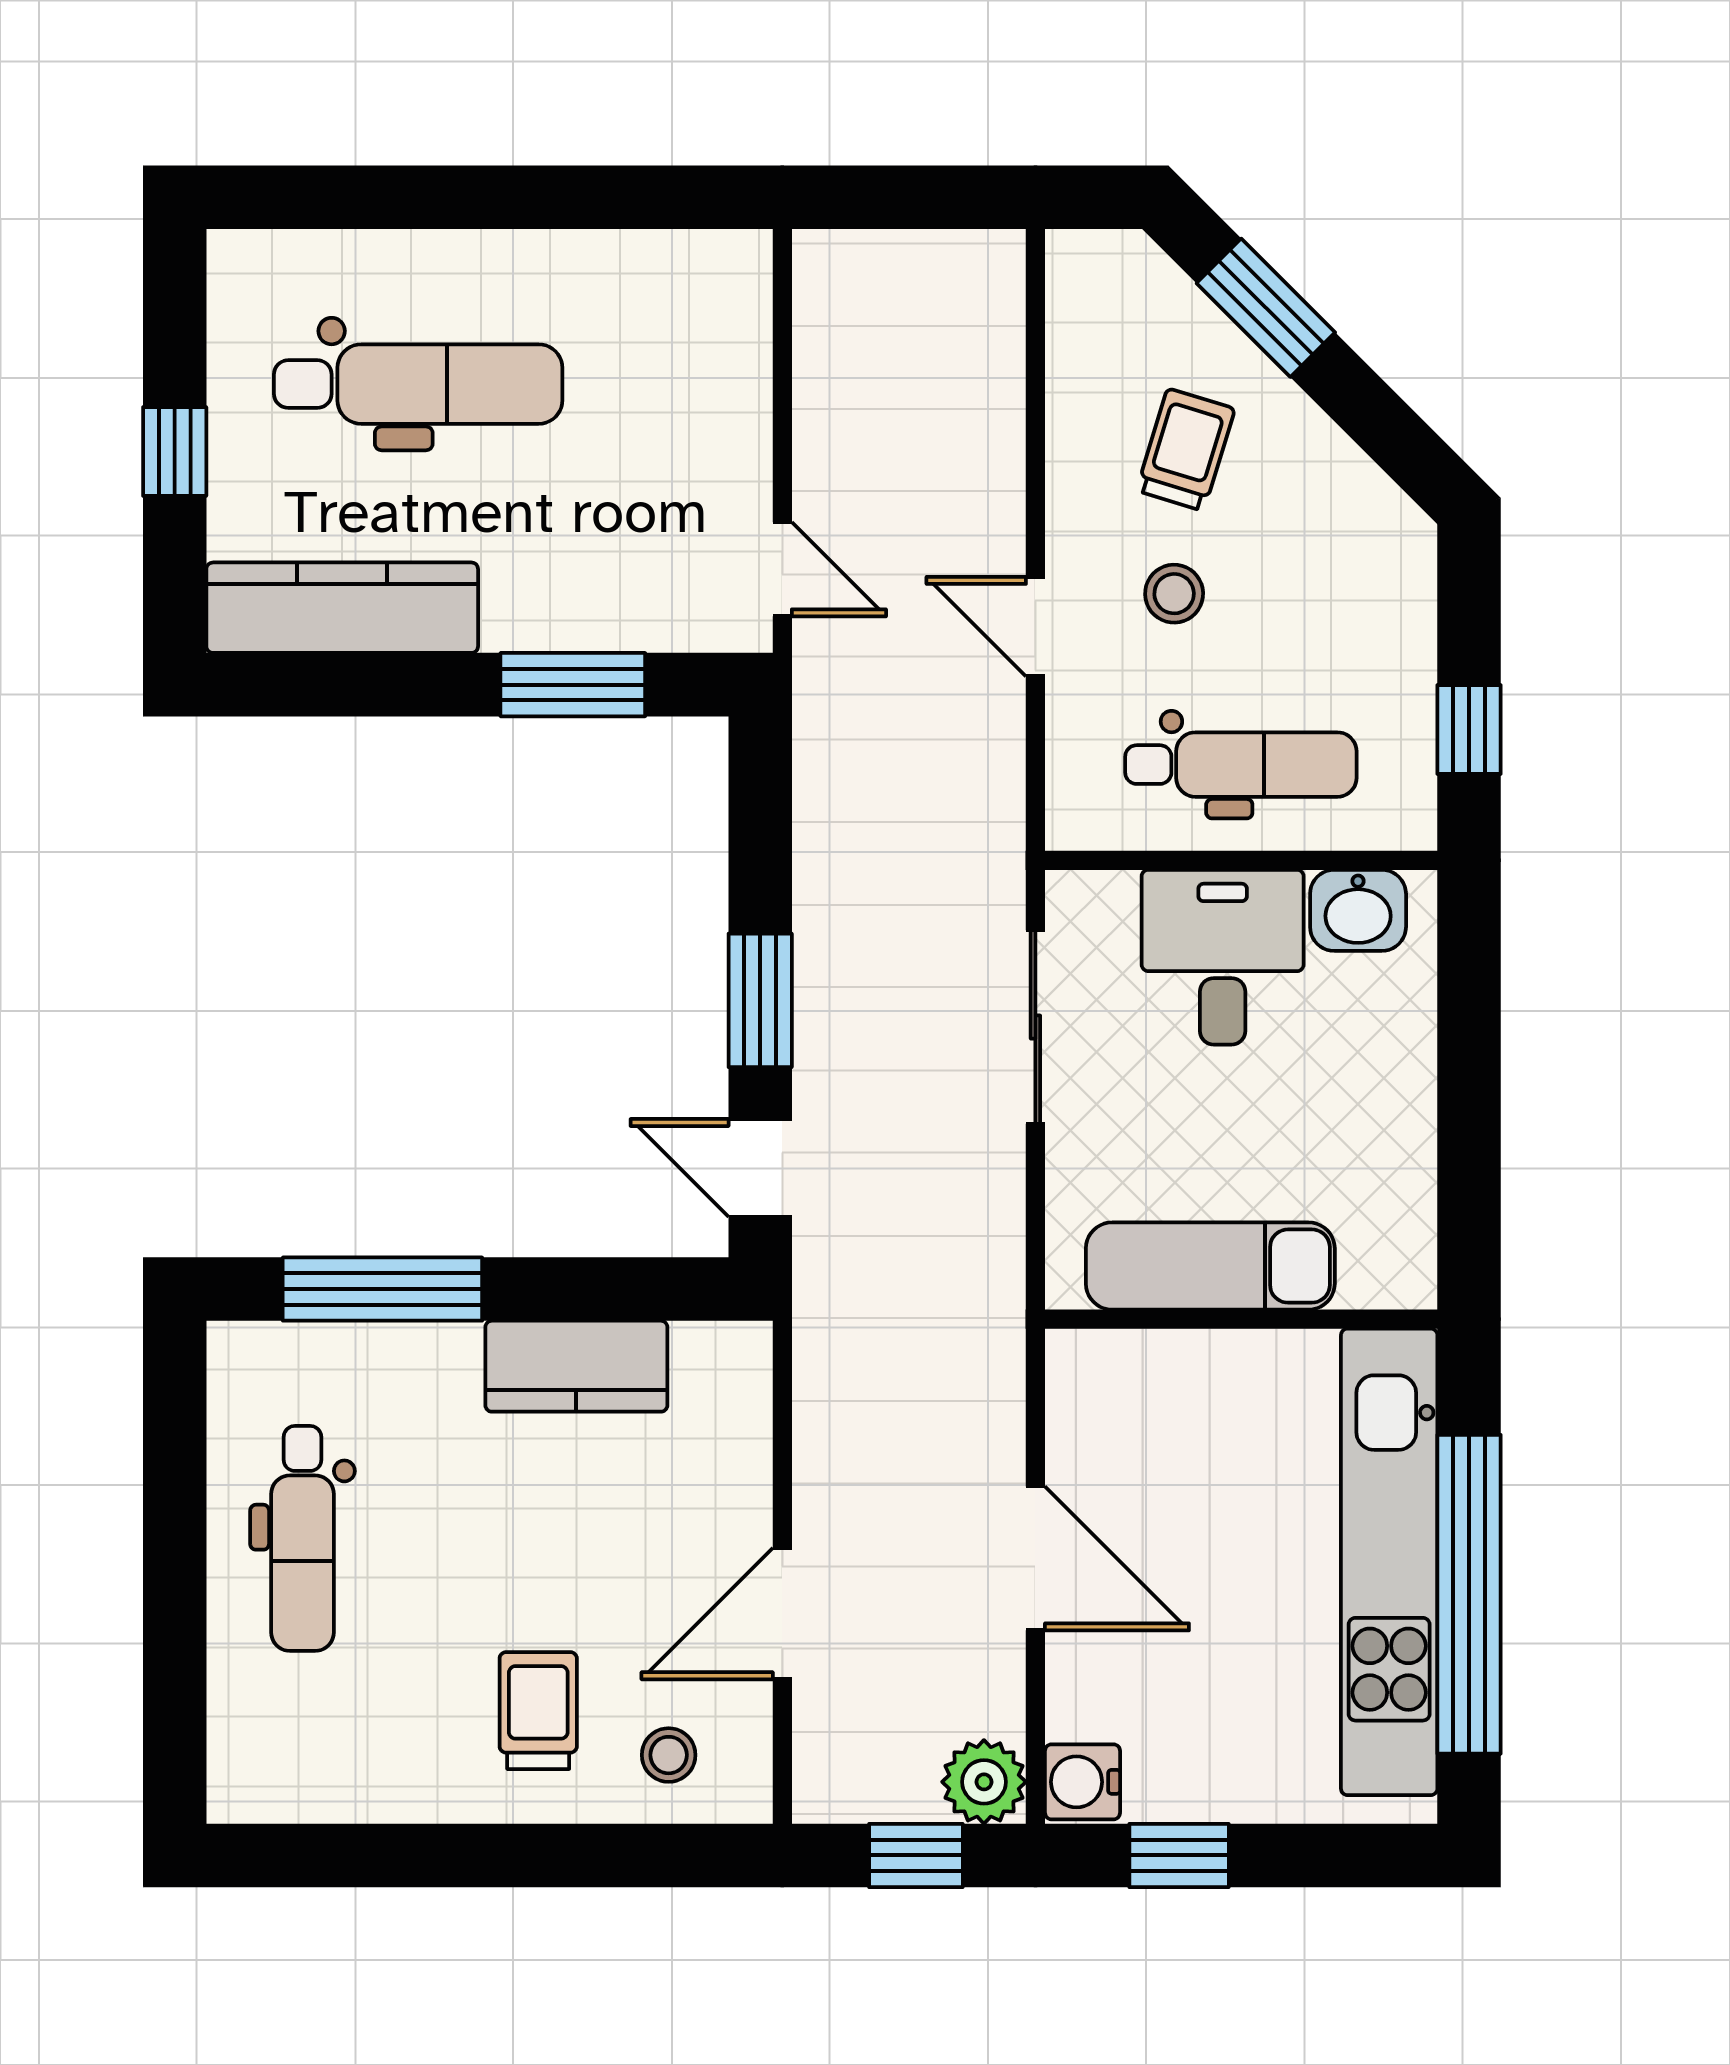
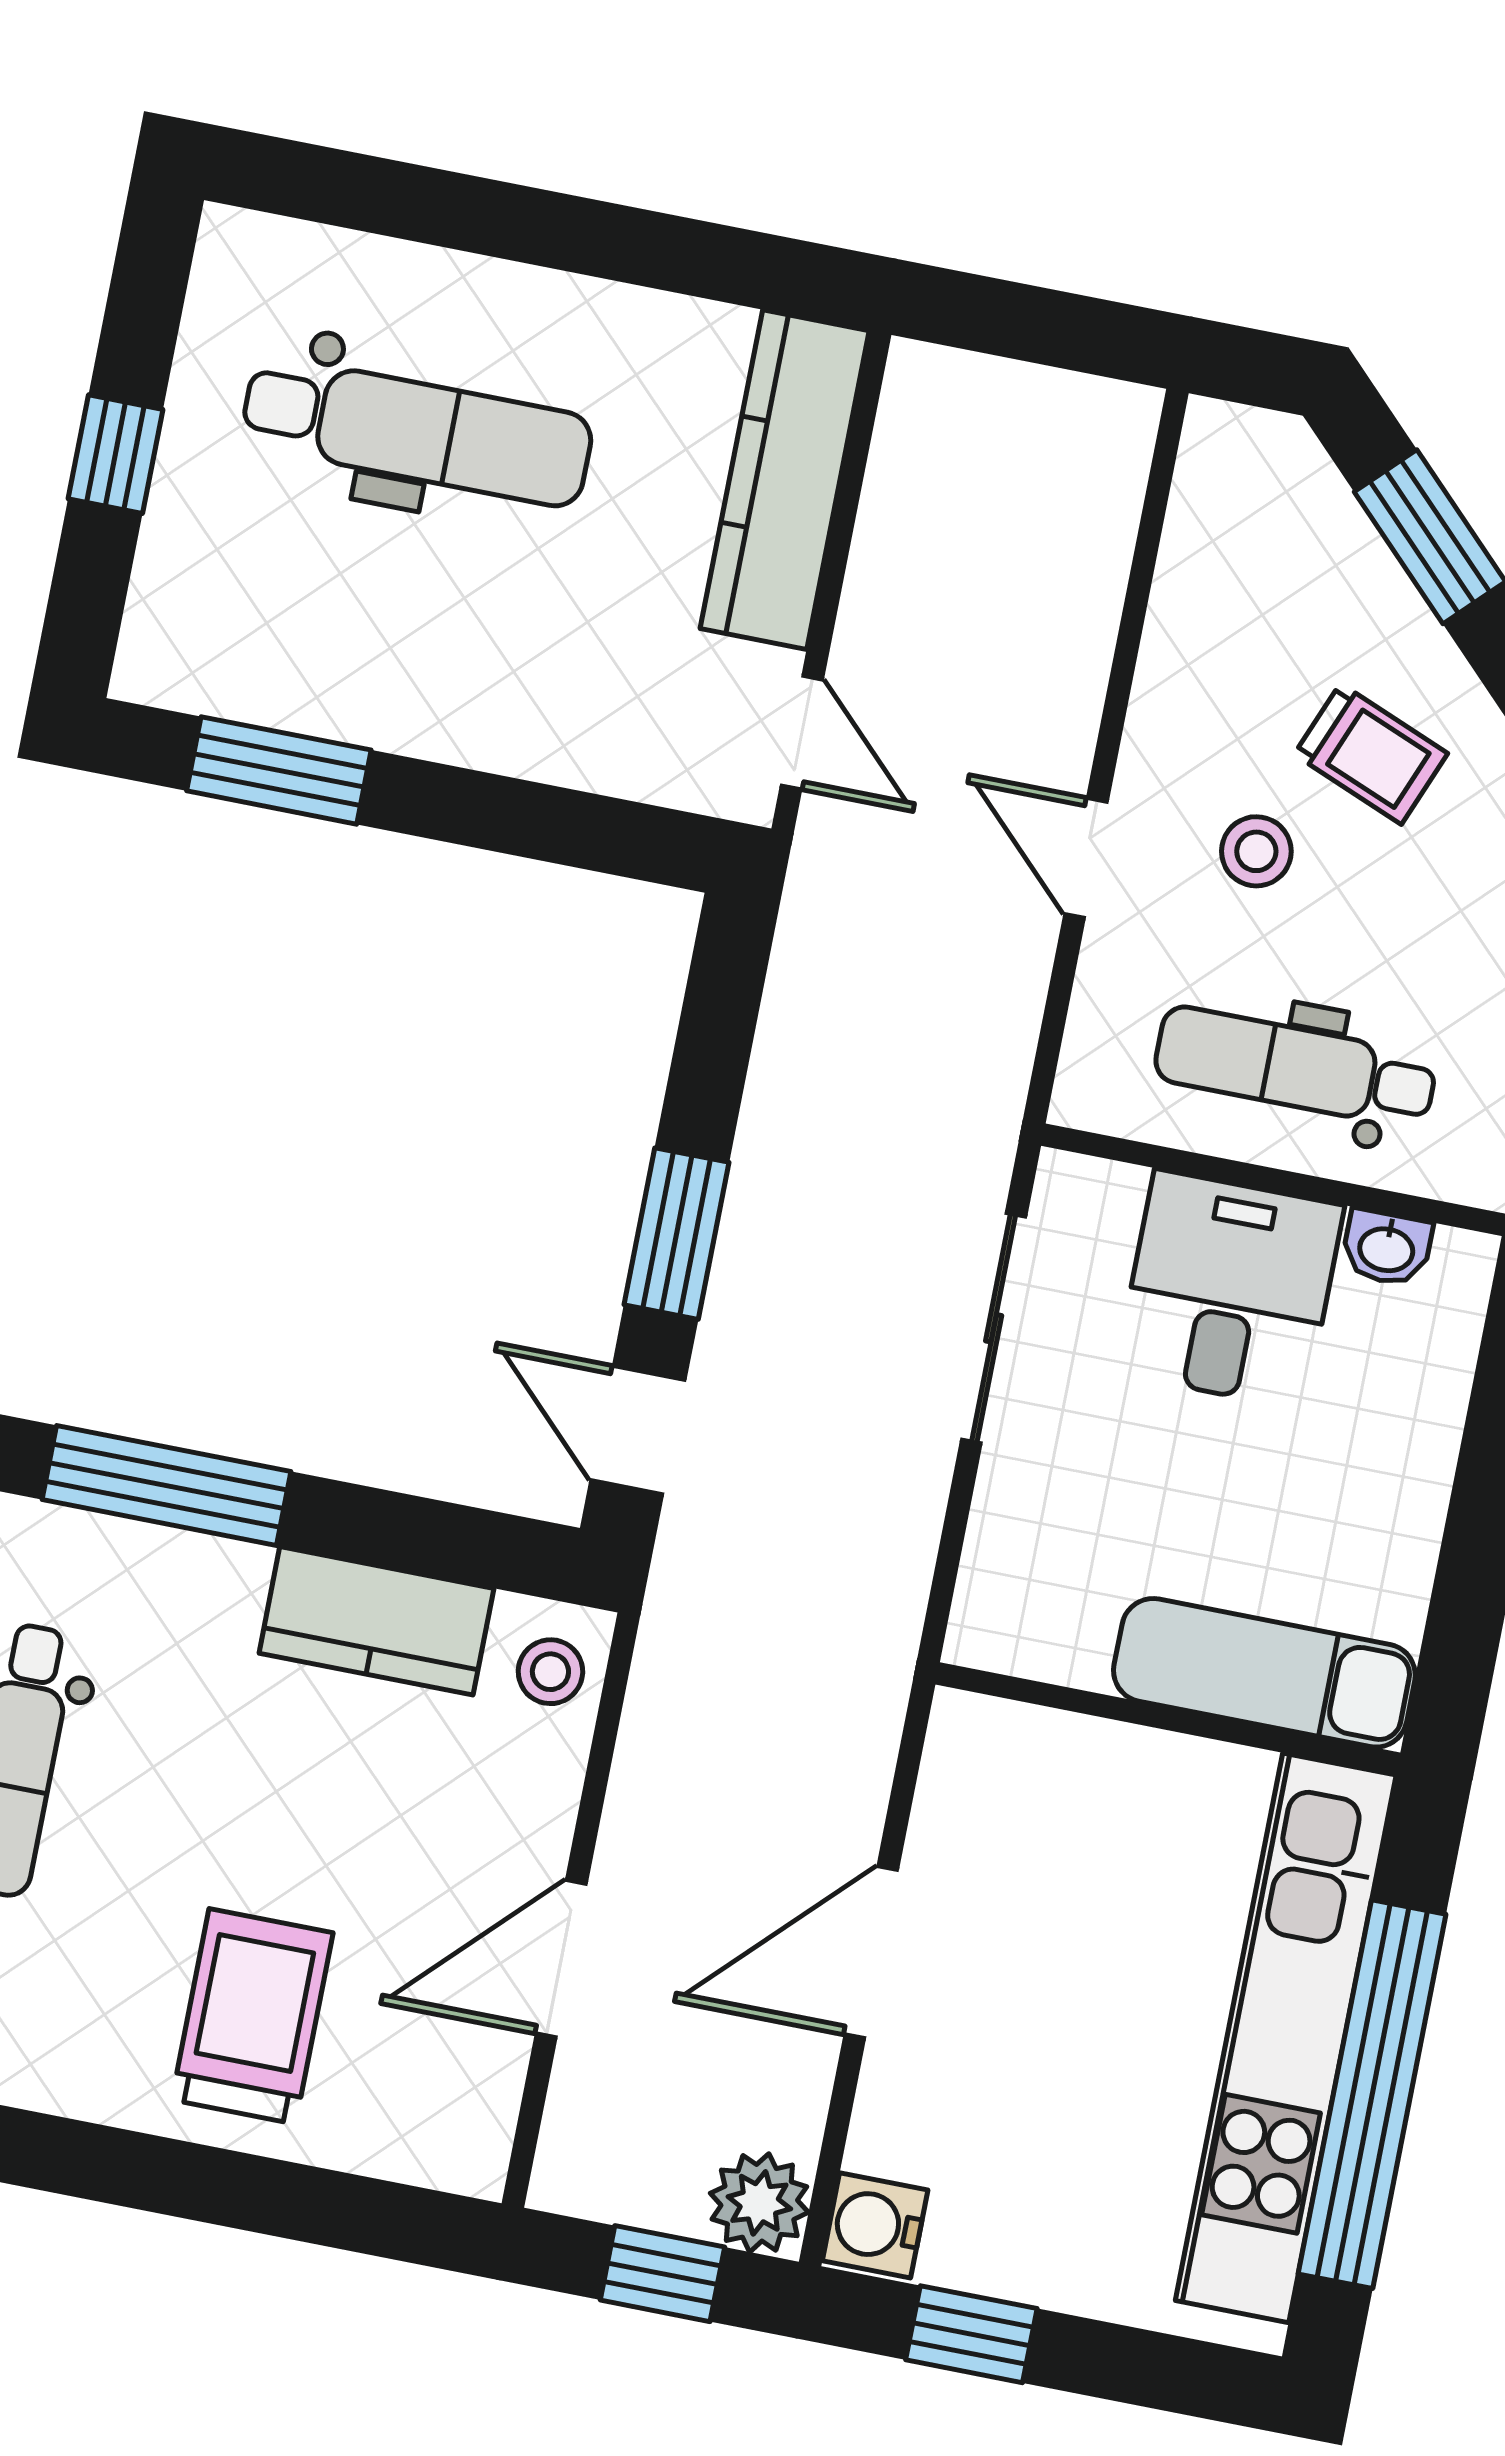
trolley: (1186, 450) -> (1371, 754), moved, turned 95
kitchen counter: (342, 608) -> (785, 480), moved, turned -90
window: (573, 685) -> (279, 770), moved
dental chair: (1241, 765) -> (1295, 1067), turned 180
washbasin: (1358, 910) -> (1387, 1248), width x0.72, depth x0.69
exam couch: (1210, 1266) -> (1264, 1673), moved
door: (1035, 1558) -> (871, 1952), swing flipped
trolley: (538, 1711) -> (252, 2016), width x1.36, depth x1.39
stool: (669, 1755) -> (550, 1672), moved

